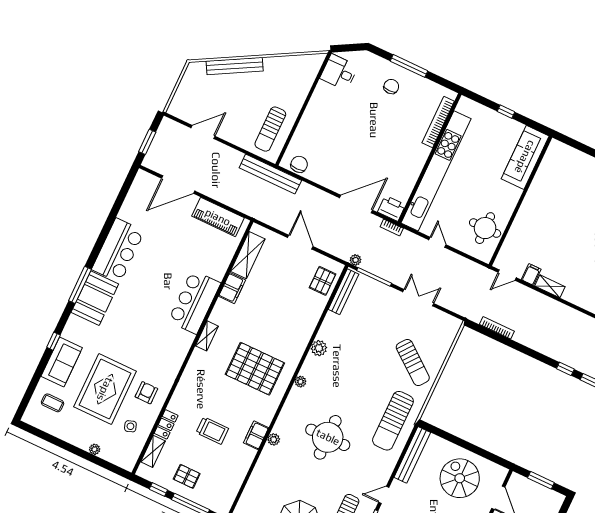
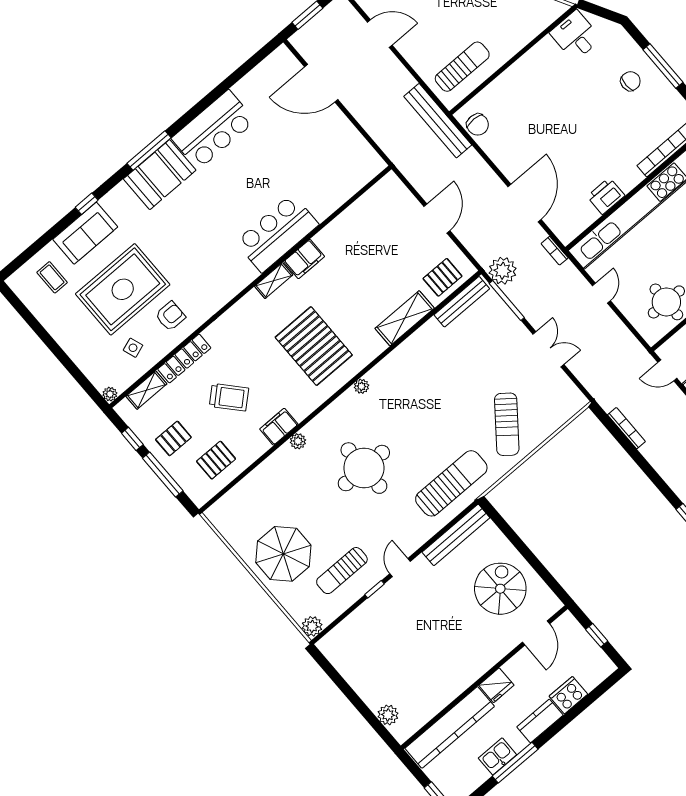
sun lounger: (270, 129) -> (462, 67), turned 180
chair: (299, 164) -> (478, 125), turned 90
door: (356, 204) -> (524, 203), hinge flipped
printer: (392, 208) -> (606, 196), moved, turned -90
piano: (218, 217) -> (352, 144), removed
shelving: (248, 255) -> (405, 318), moved
plant: (355, 260) -> (503, 271), width x1.88, depth x1.88
filing cabinet: (232, 288) -> (304, 259), moved
plant: (319, 348) -> (402, 356), removed
sun lounger: (393, 421) -> (451, 483), turned 180
locker: (166, 424) -> (184, 358), width x1.53
trolley: (212, 431) -> (229, 397), turned -42
plant: (95, 449) -> (110, 394), moved
pallet: (187, 476) -> (173, 438), turned 90
pallet: (223, 478) -> (216, 460), added
window: (541, 480) -> (597, 635), width x0.67
door: (384, 495) -> (400, 567), hinge flipped

